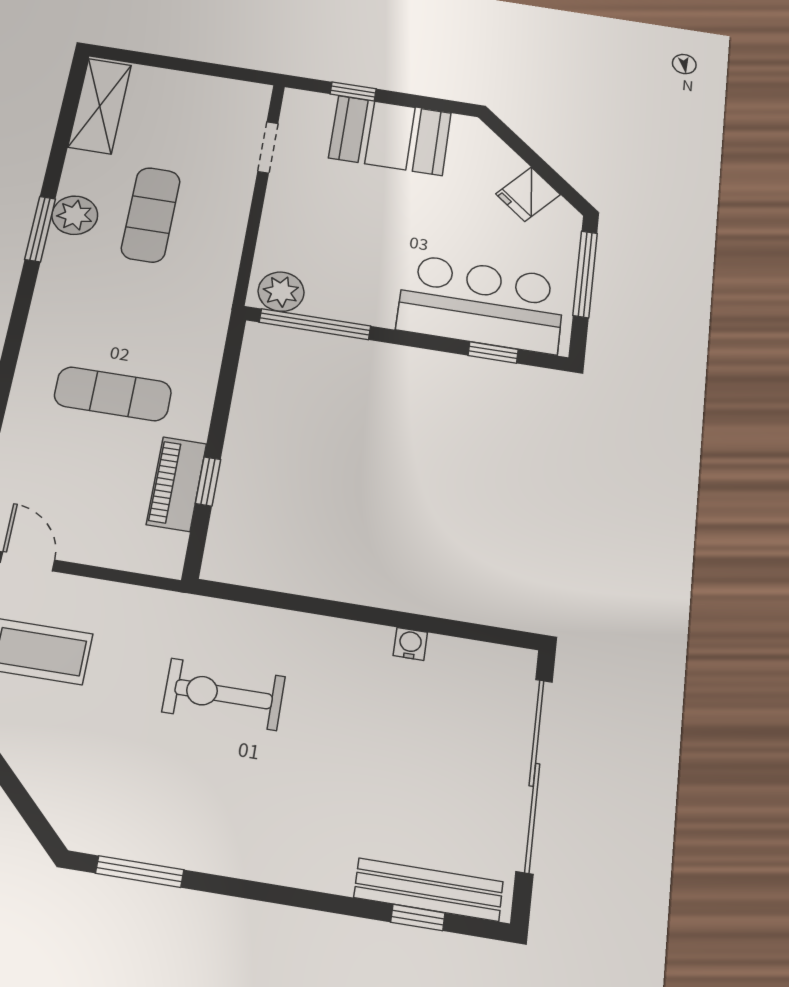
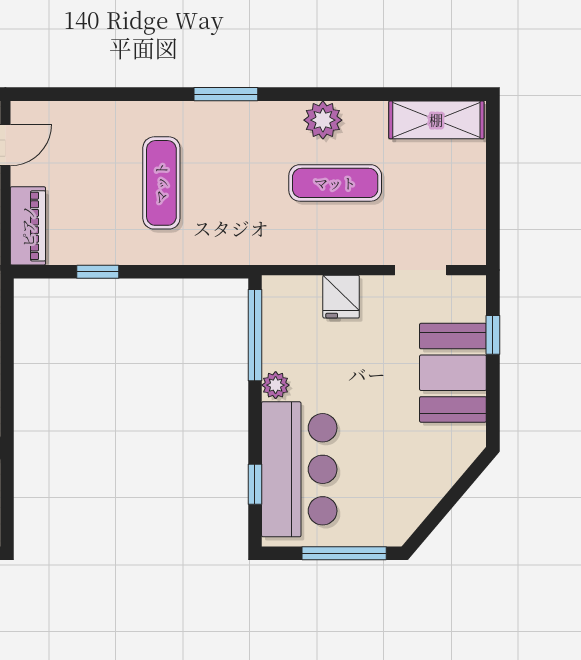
fridge: (528, 194) -> (341, 297), moved, turned -130
window: (40, 229) -> (226, 94), moved
plant: (281, 292) -> (276, 385), moved, width x0.73, depth x0.73
piano: (177, 484) -> (28, 226), moved, turned 90

